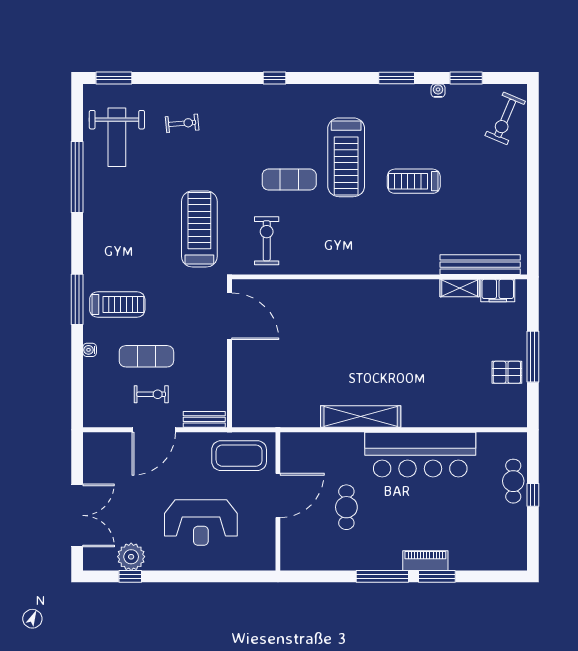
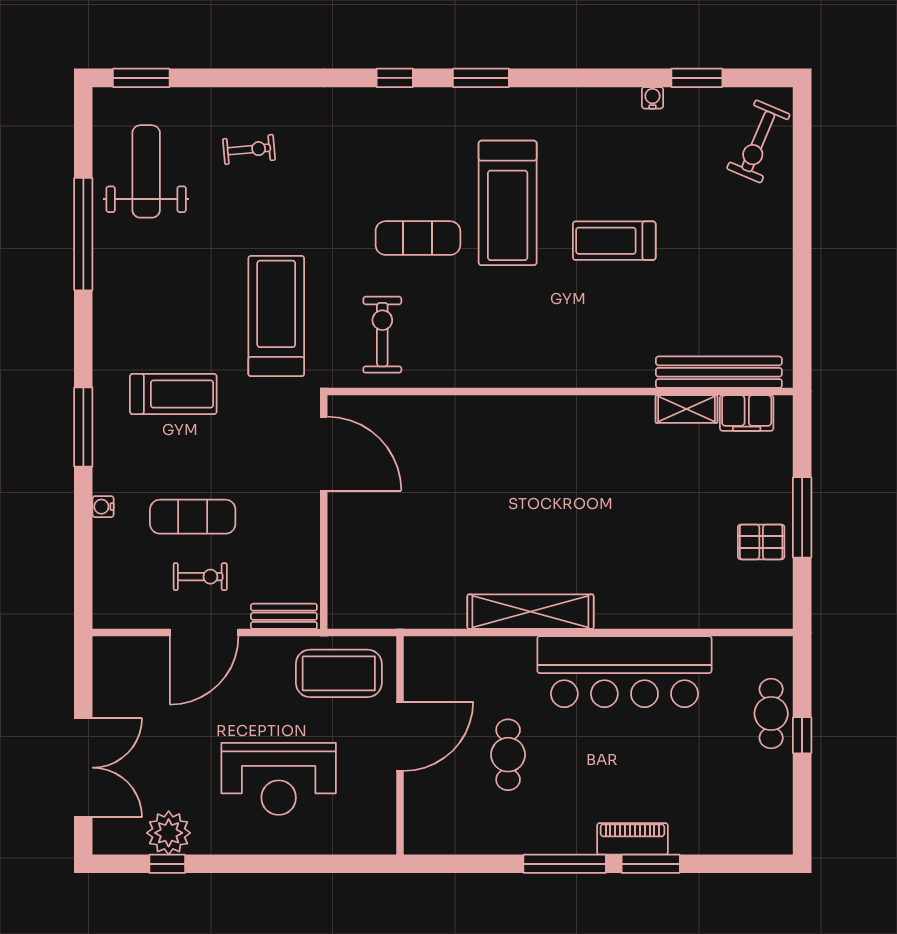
window: (397, 78) -> (481, 78), moved
weight bench: (117, 137) -> (146, 171), turned 180
treadmill: (117, 305) -> (173, 394), moved

